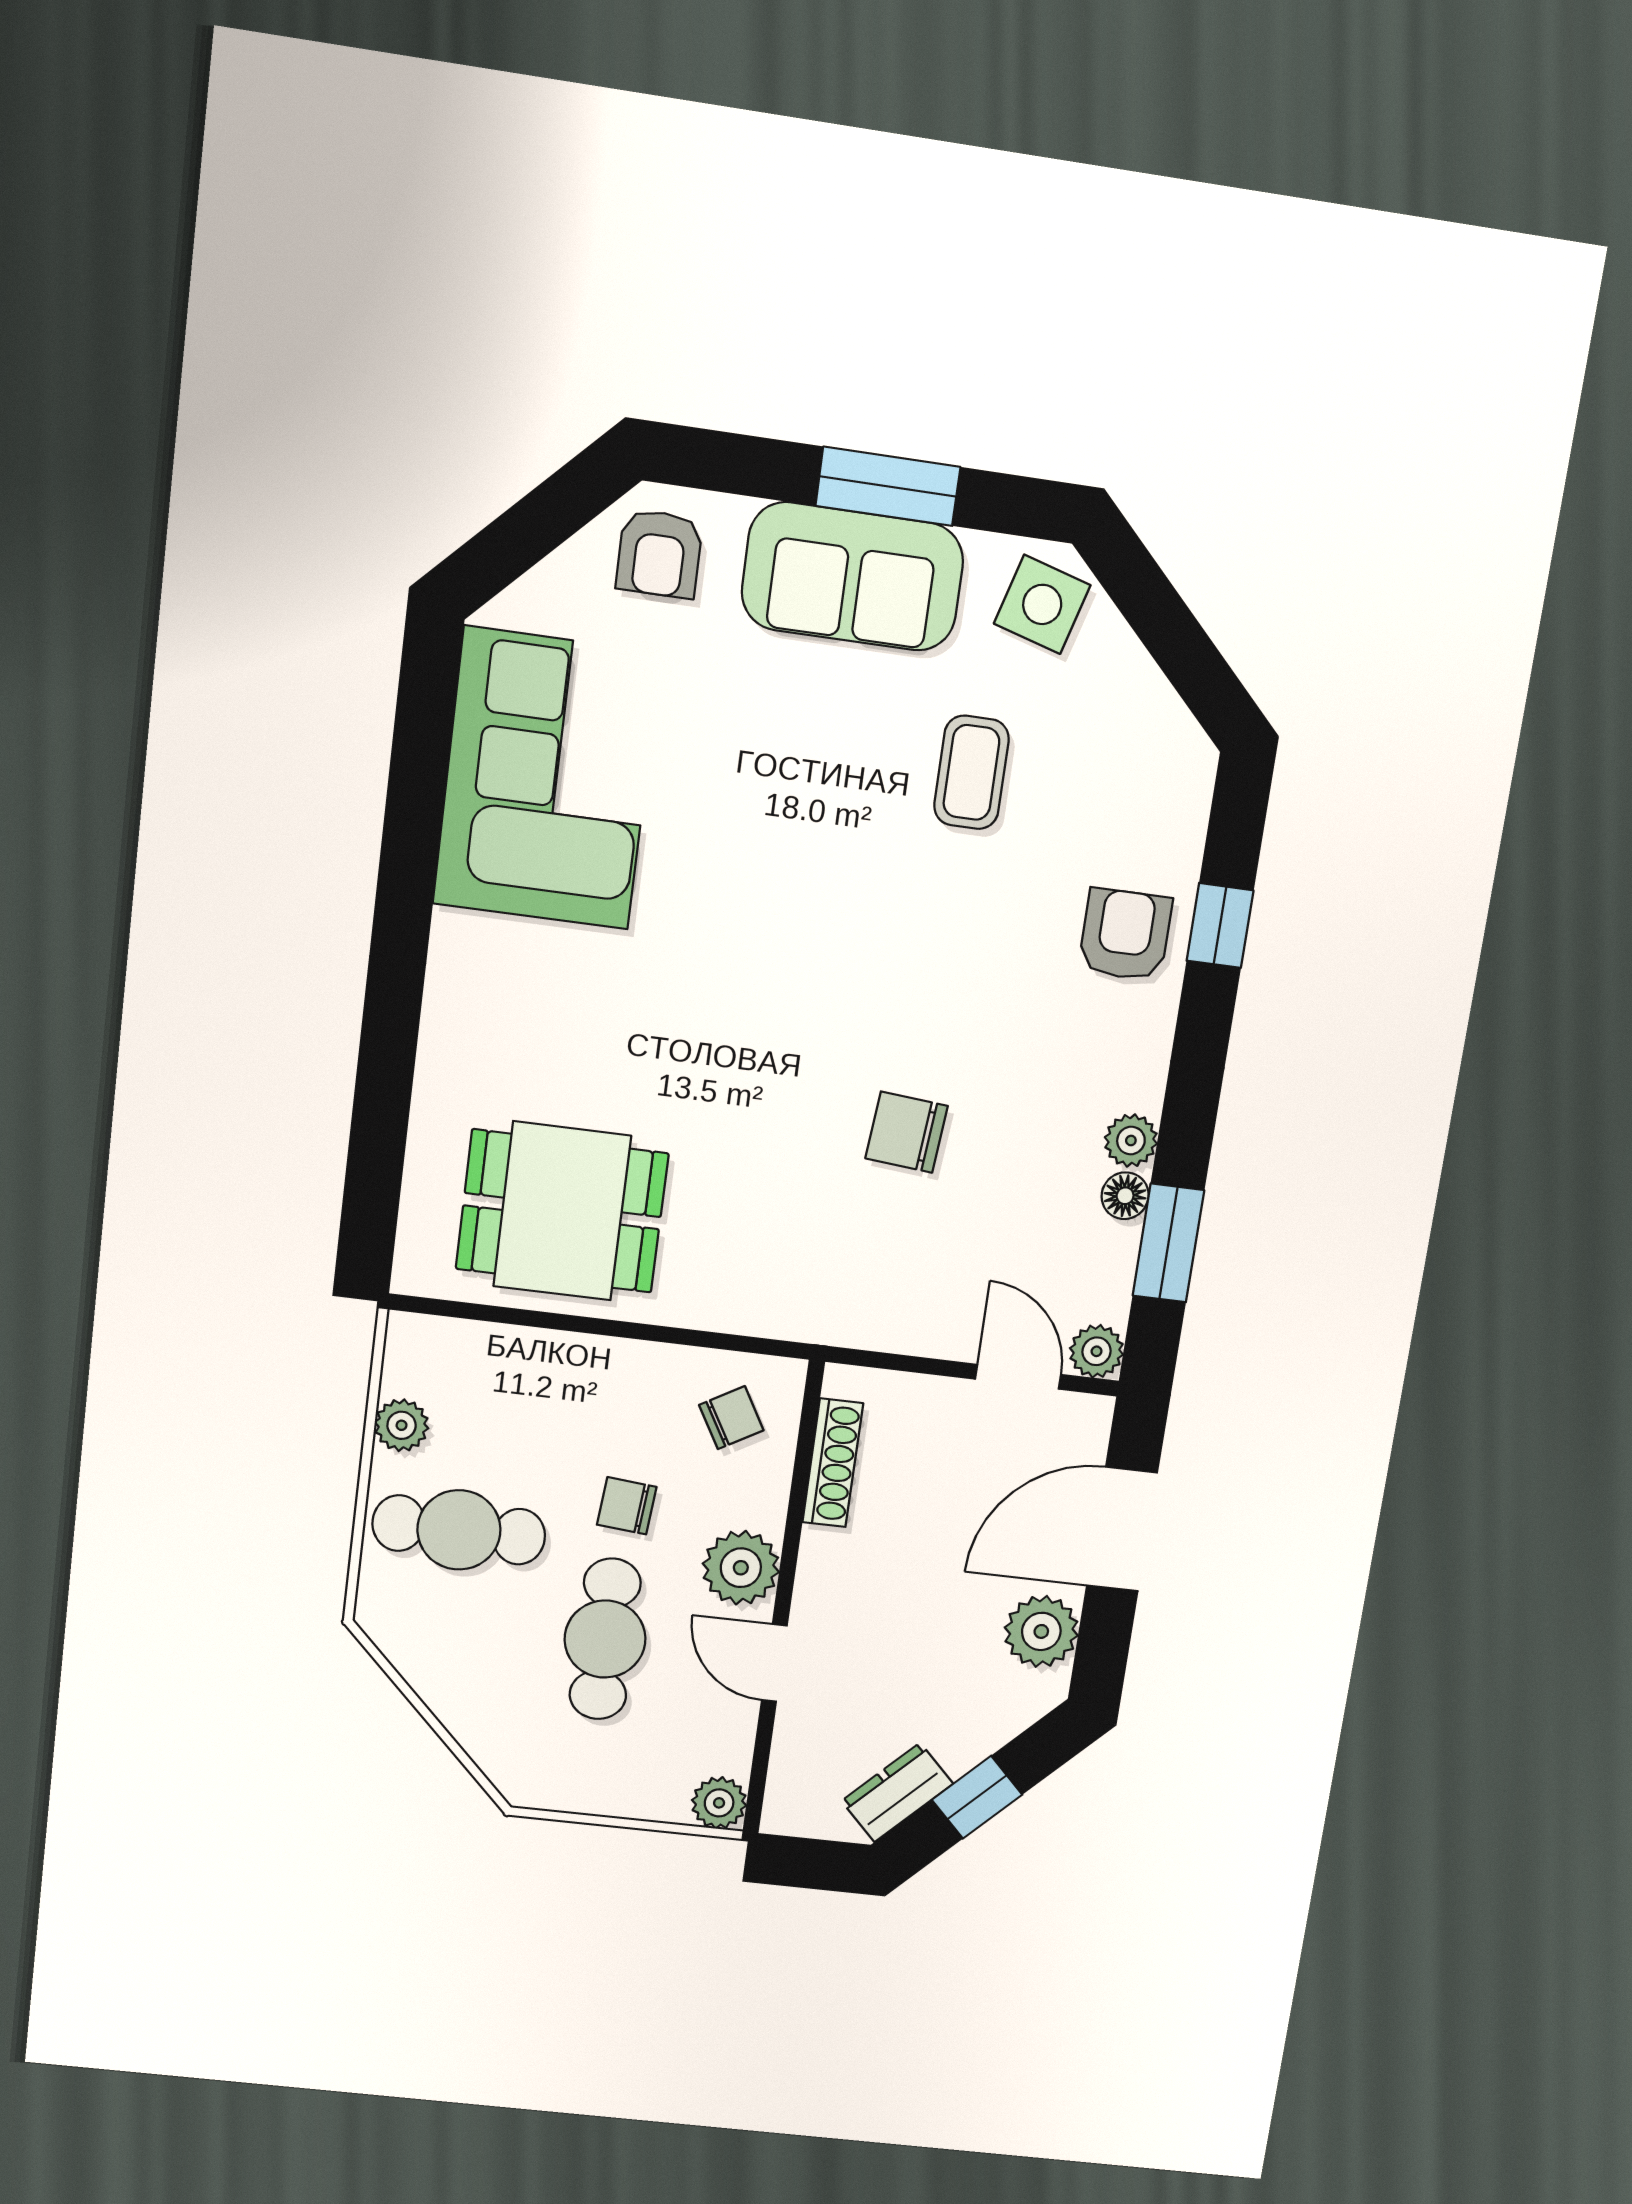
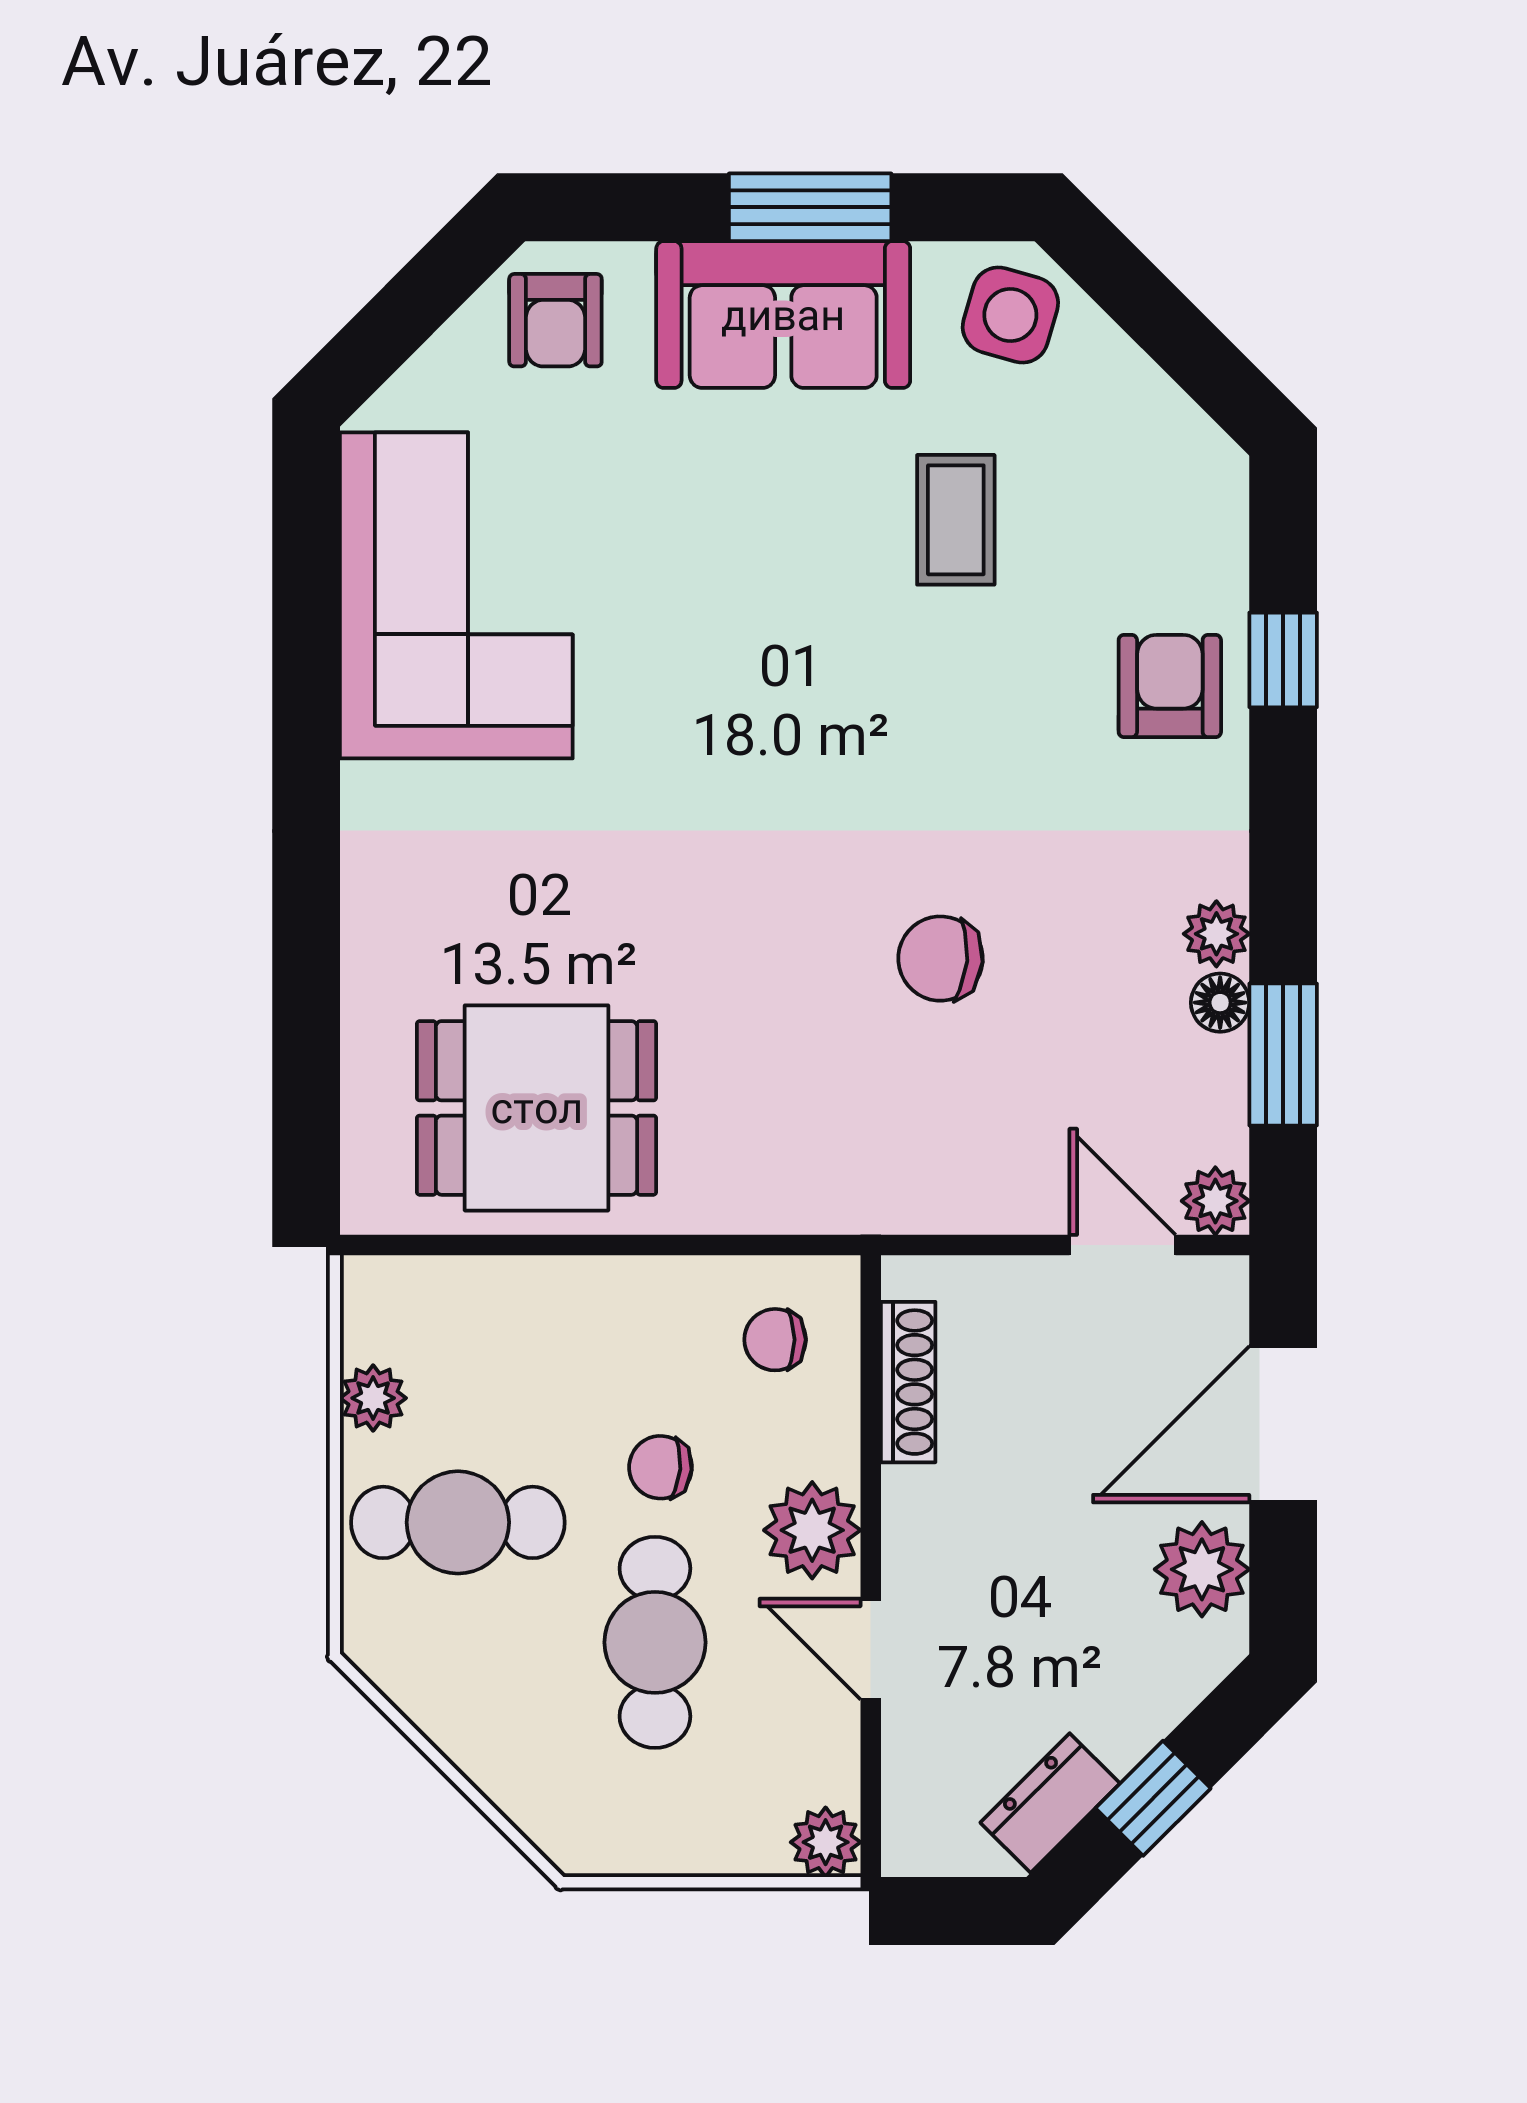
chair: (731, 1418) -> (775, 1340), turned -150

